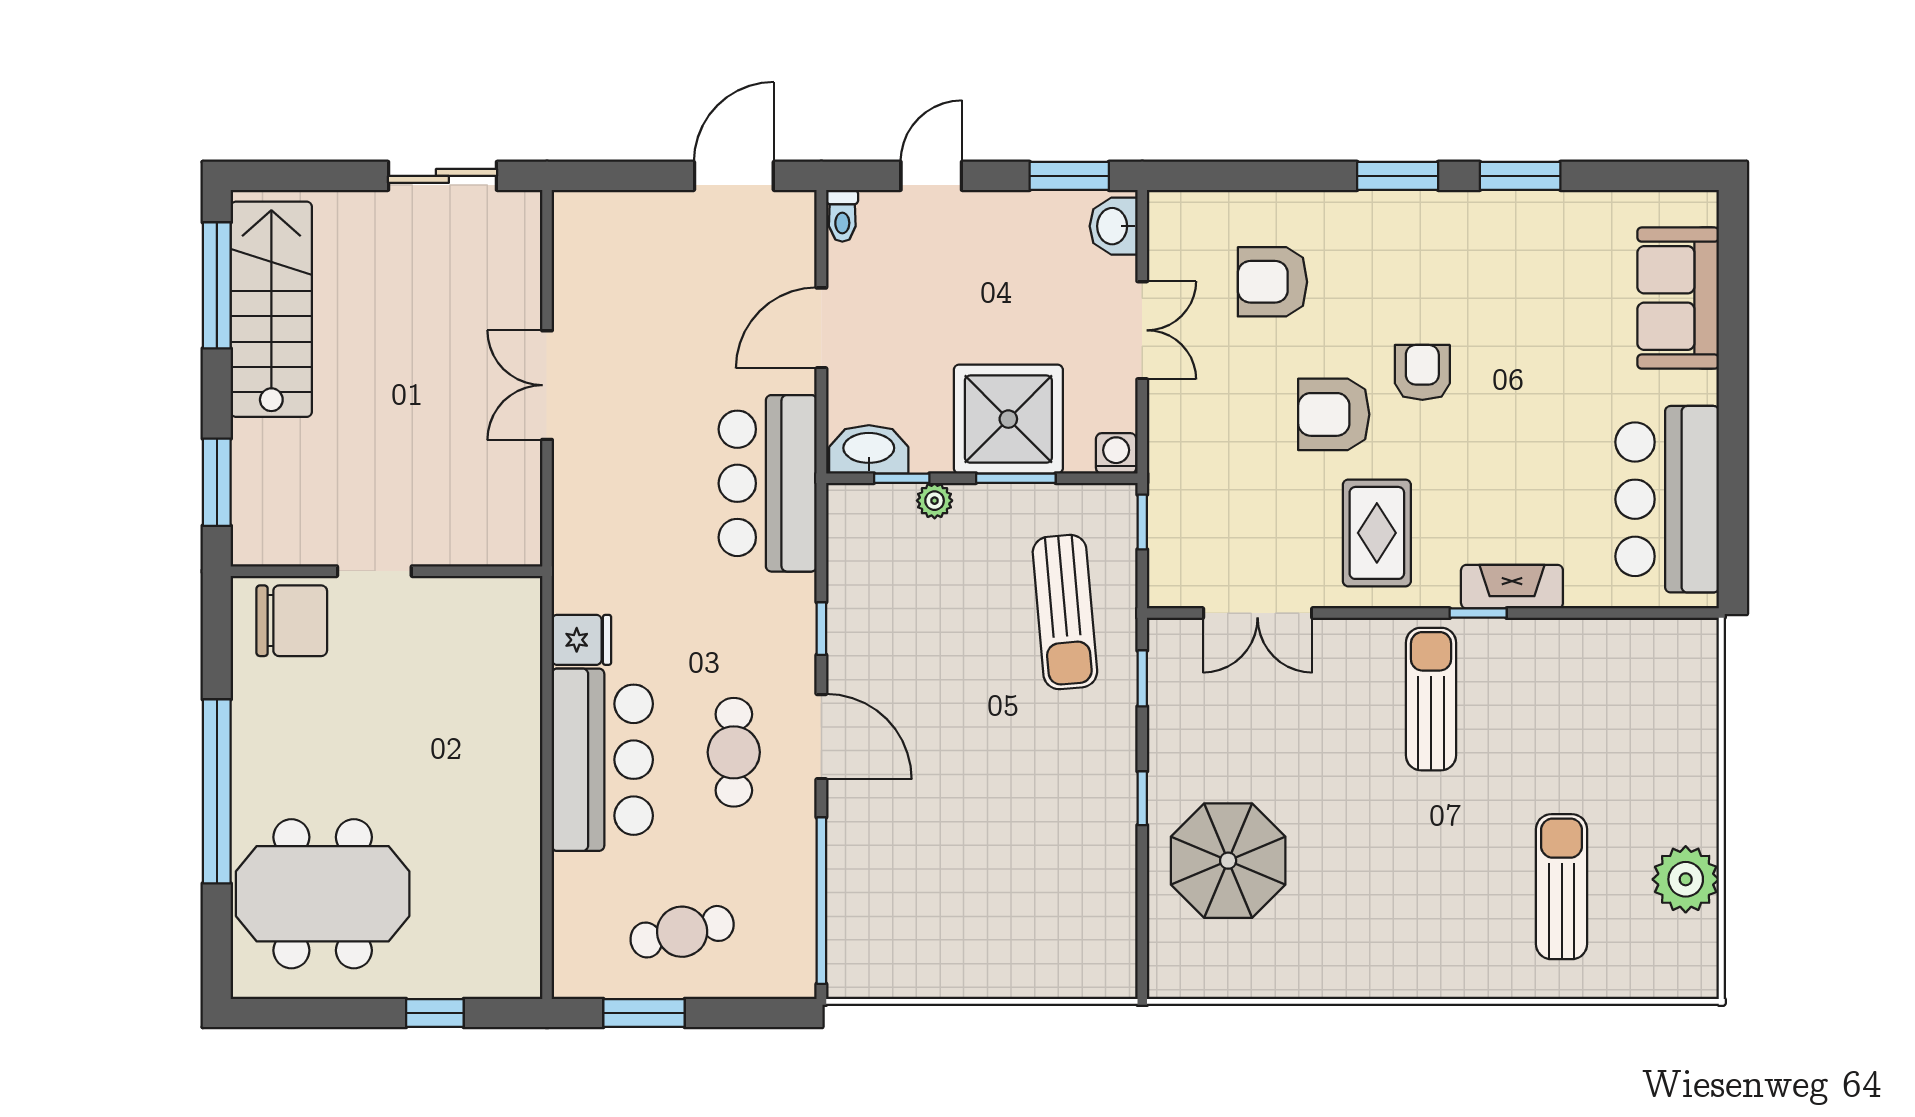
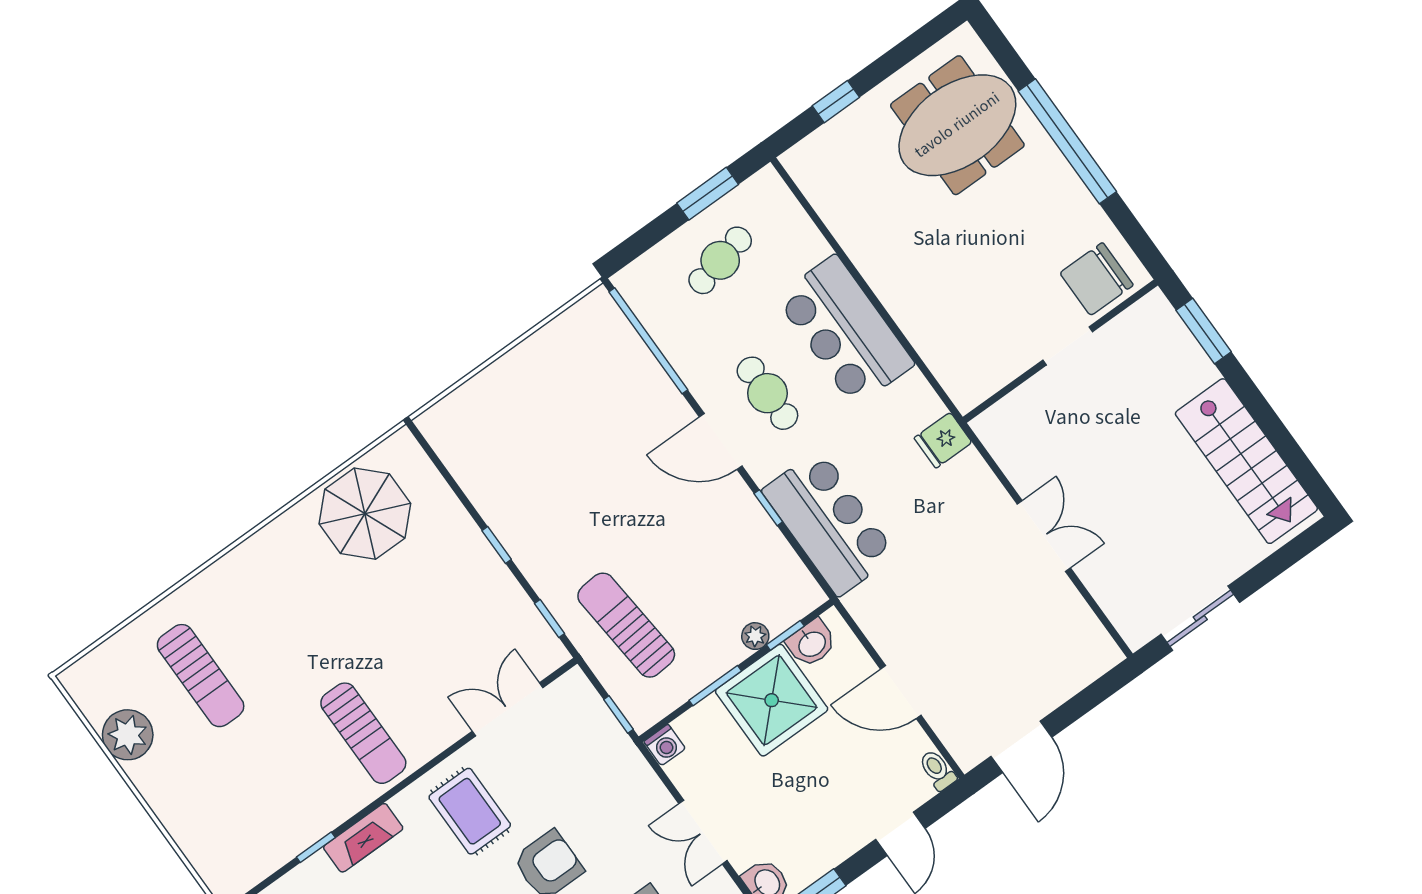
window: (217, 285) -> (1290, 452), removed
door: (821, 328) -> (901, 692), swing flipped
shower: (1008, 419) -> (772, 700), moved
washbasin: (869, 449) -> (811, 643), width x0.72
bar counter: (768, 483) -> (829, 523), moved
window: (1478, 613) -> (316, 847), moved
fridge: (581, 640) -> (943, 440), moved
parasol: (1228, 861) -> (365, 514), moved

